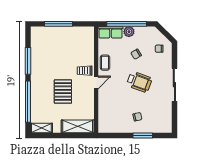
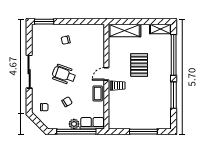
window: (143, 136) -> (44, 22), moved

